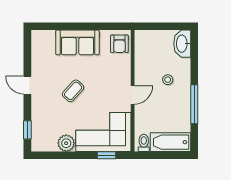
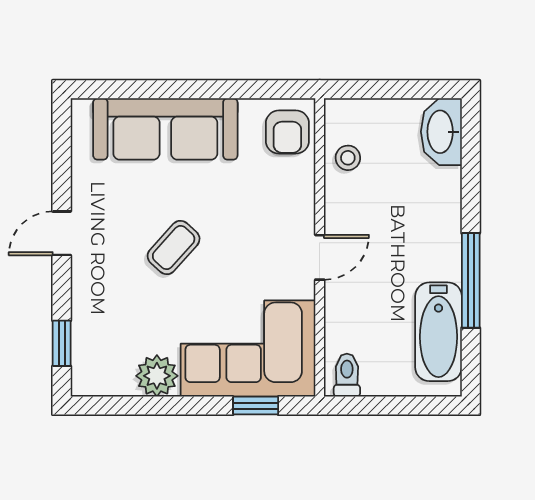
sofa: (77, 42) -> (165, 129), width x1.36
stool: (168, 80) -> (348, 158), moved
door: (27, 85) -> (62, 233), hinge flipped
bathtub: (170, 142) -> (438, 332), moved, turned -90

